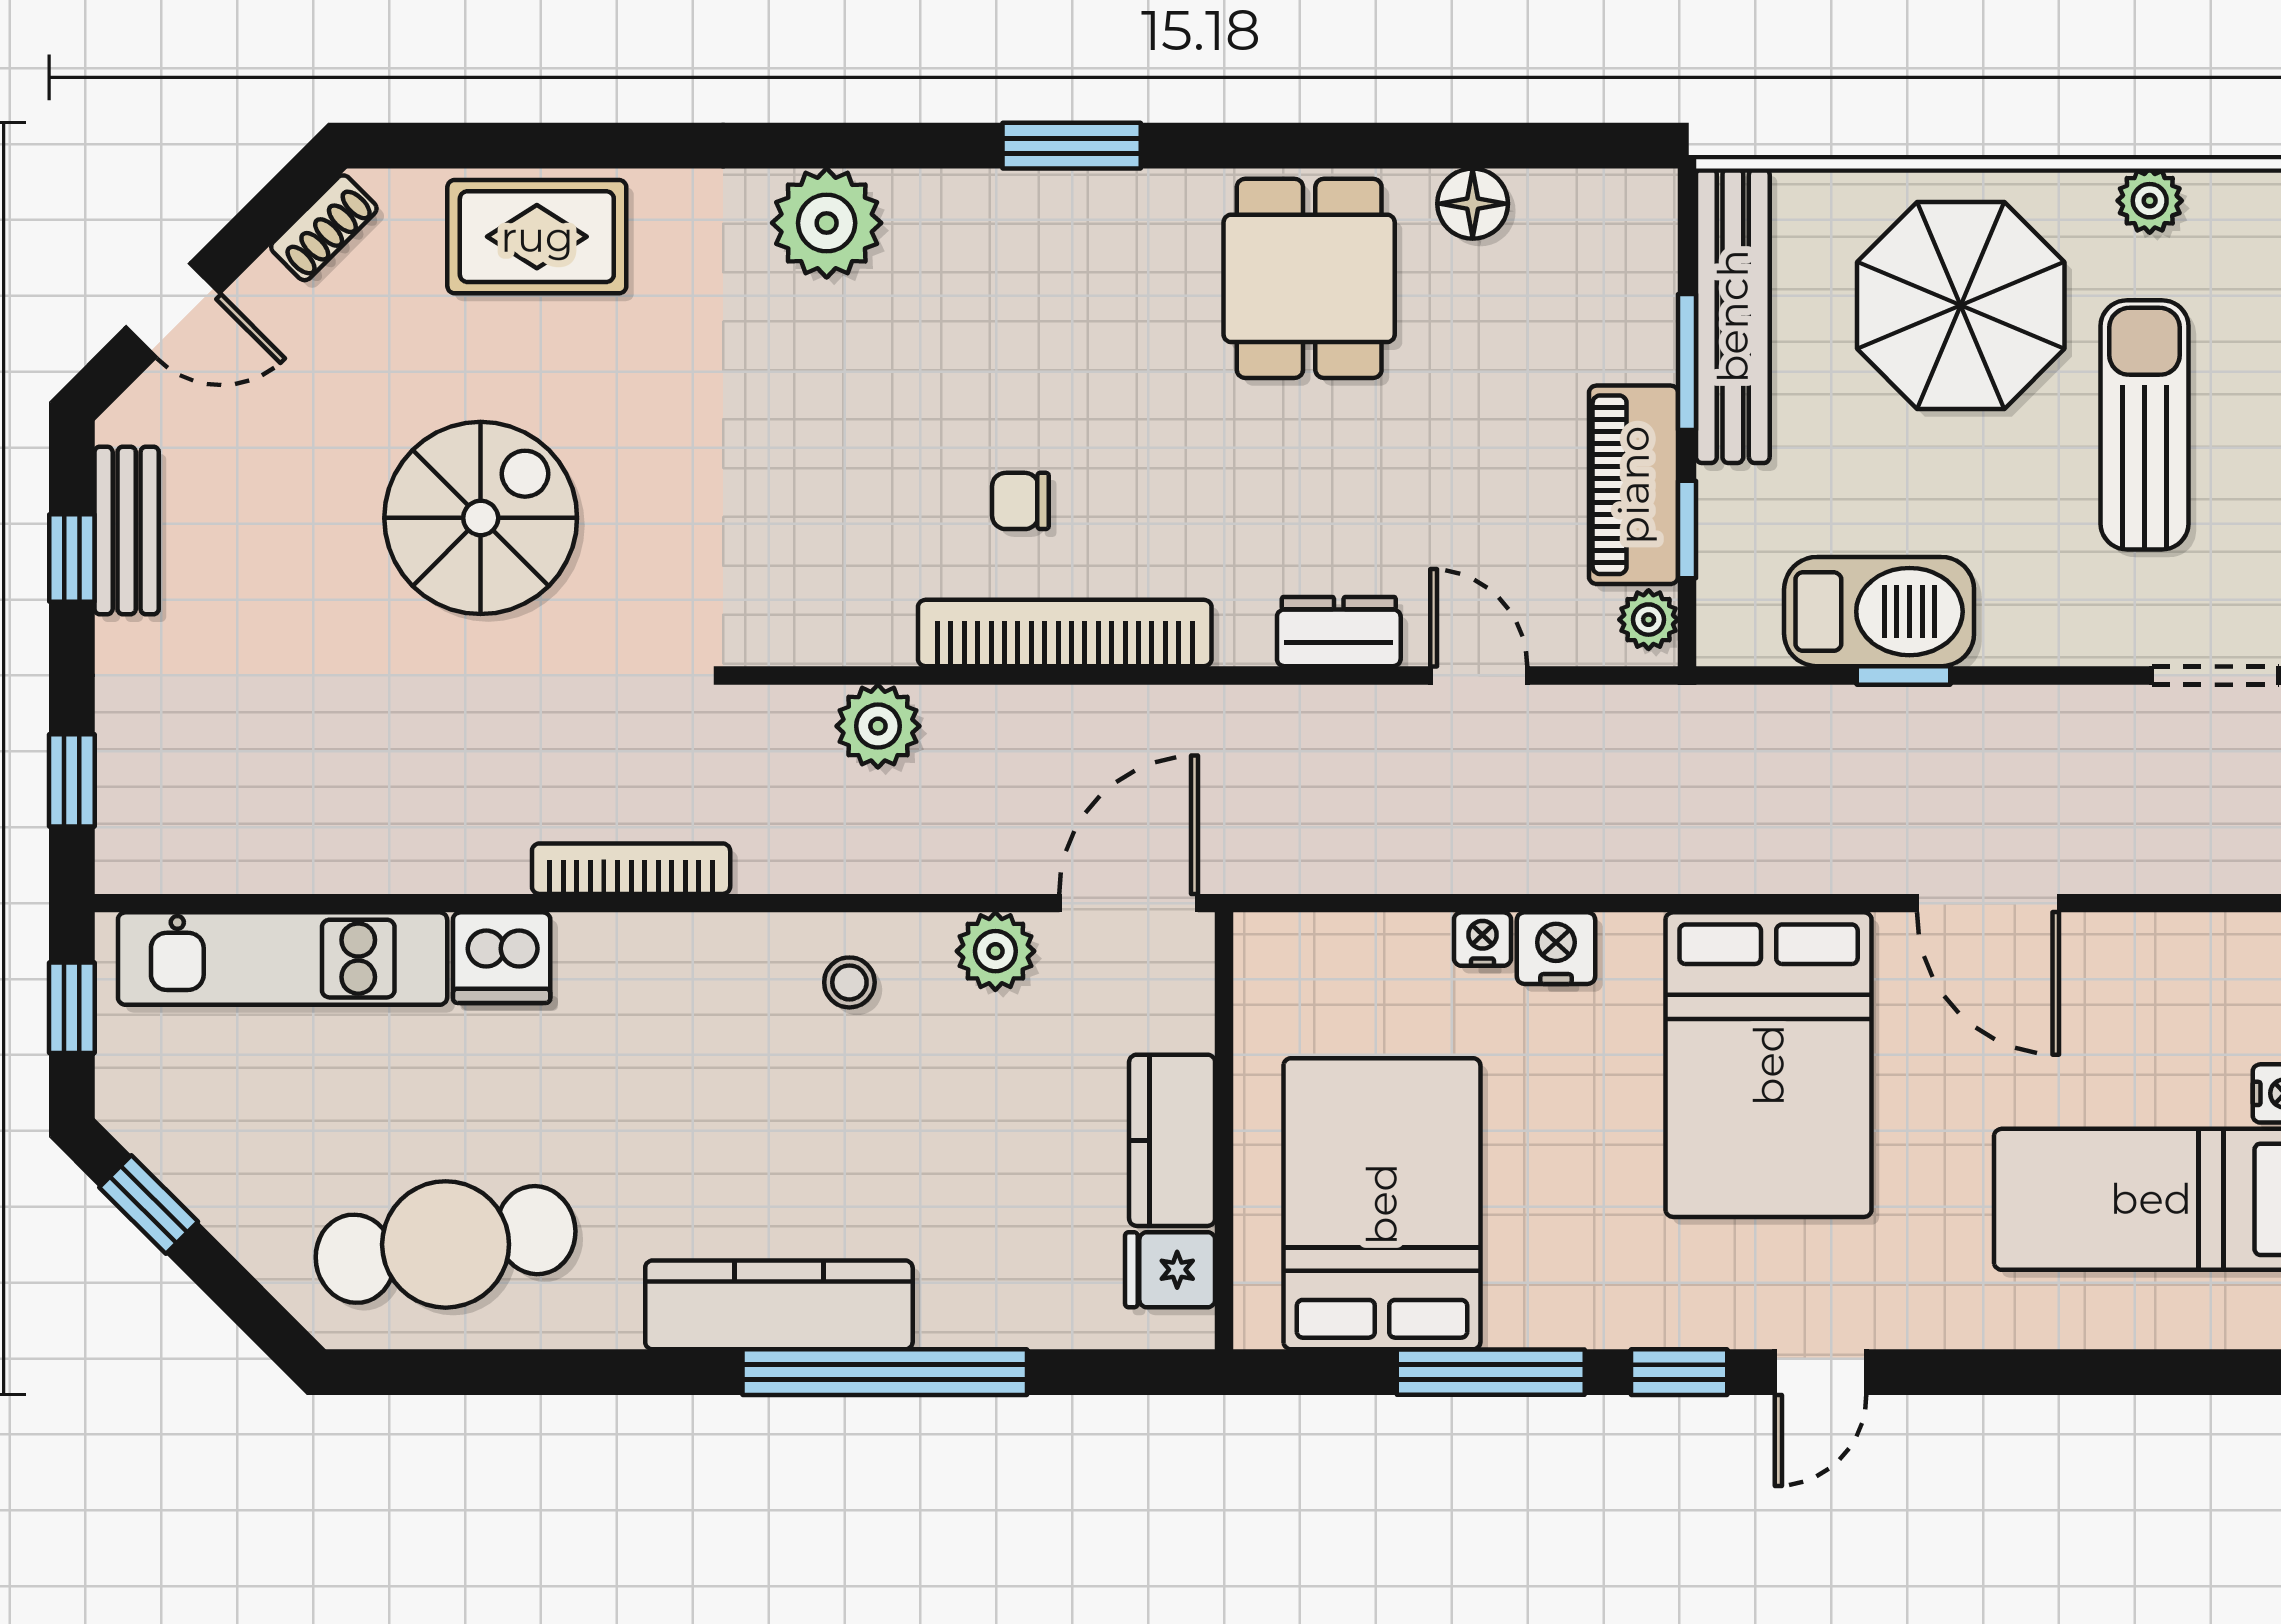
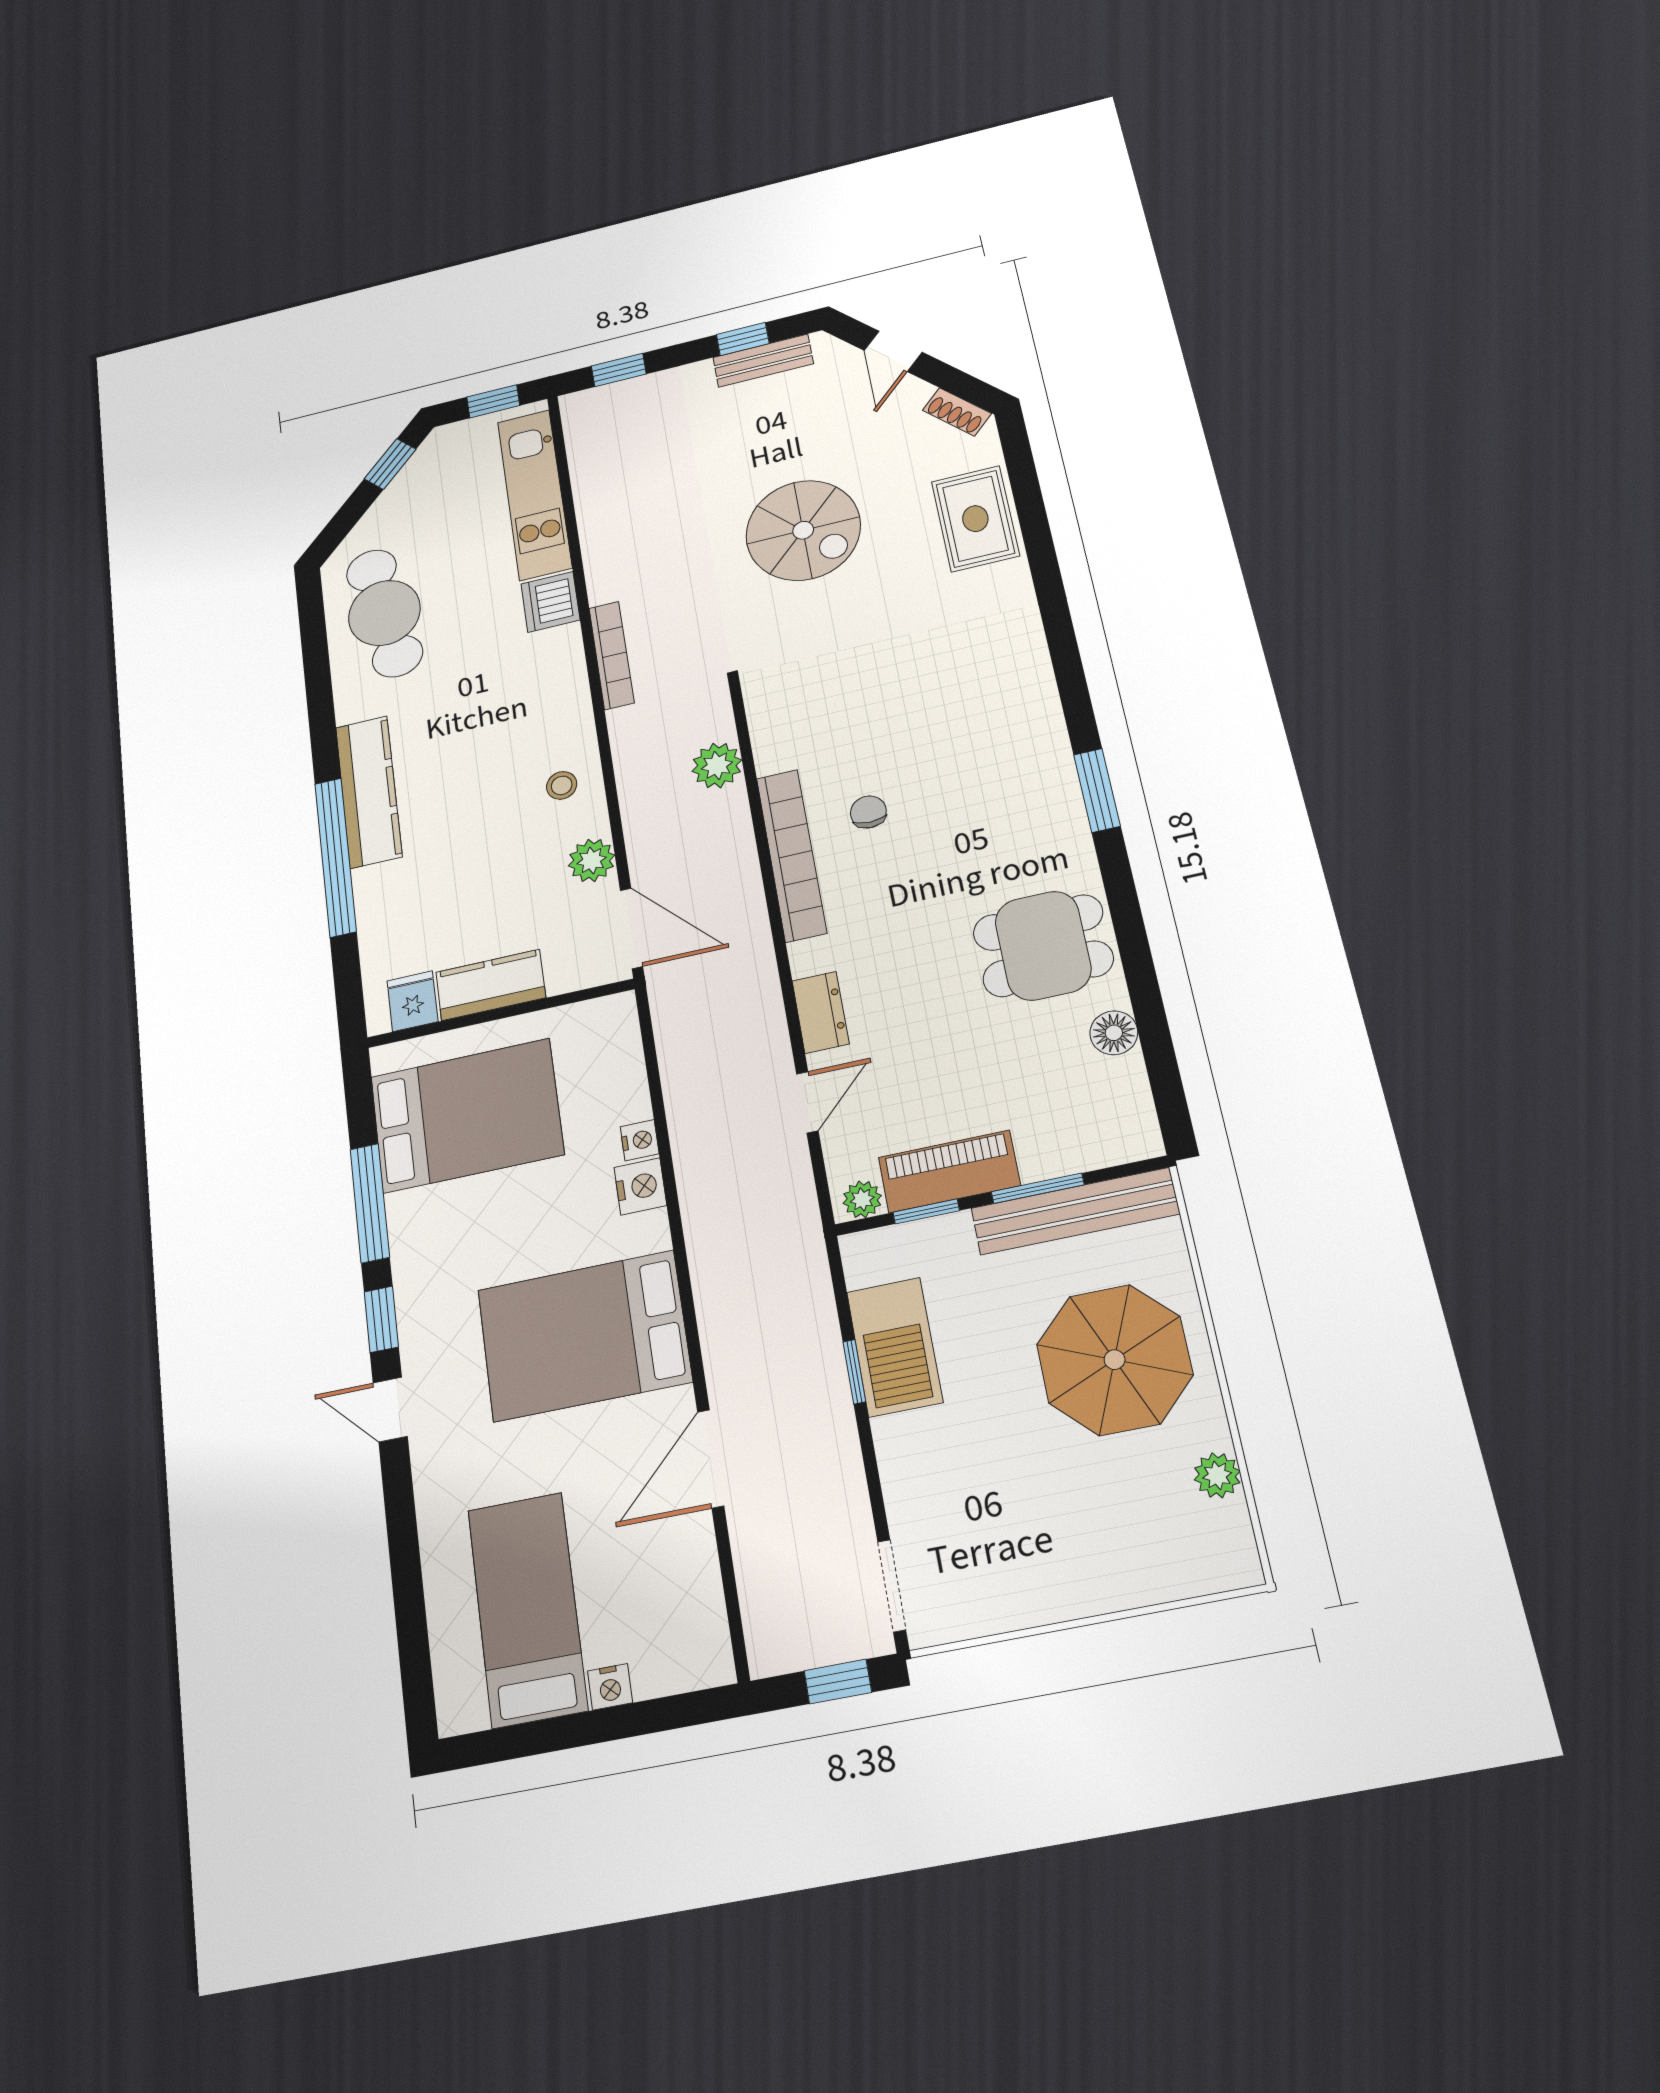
plant: (827, 223) -> (1018, 667), removed
sun lounger: (2145, 425) -> (1058, 1502), removed

